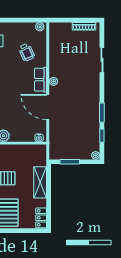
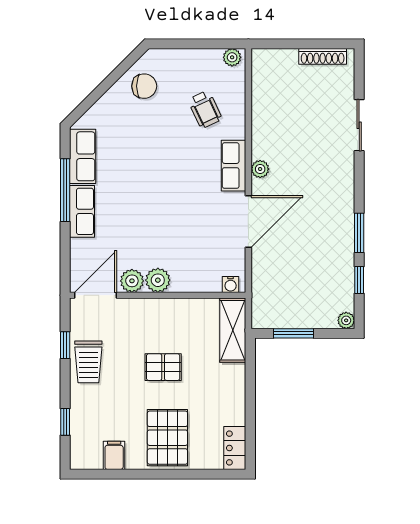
door: (48, 107) -> (248, 221), swing flipped
shelving: (40, 182) -> (233, 330), moved

